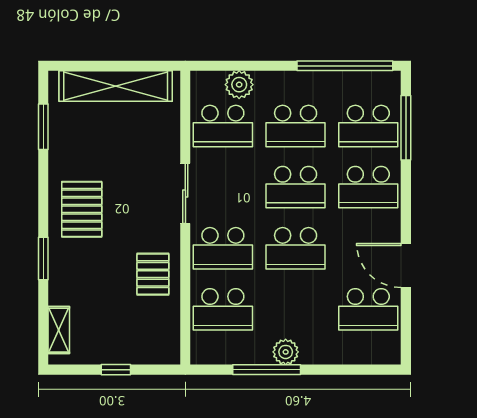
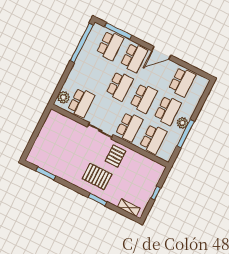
plant: (239, 85) -> (63, 97), moved
shelving: (116, 86) -> (44, 137), removed
school desk: (296, 126) -> (168, 110), moved
pallet: (82, 209) -> (97, 176), moved
door: (406, 266) -> (161, 53), moved
pallet: (153, 274) -> (115, 156), moved, turned 90

